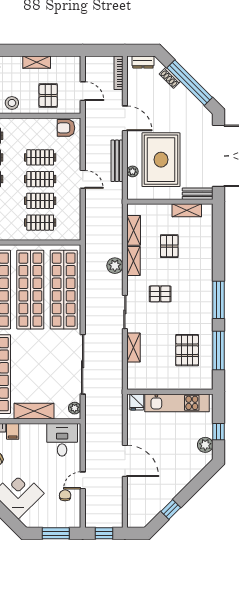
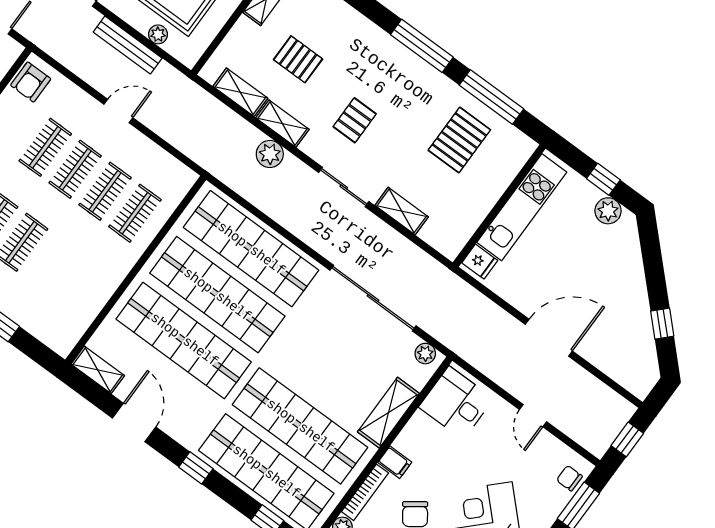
pallet: (187, 350) -> (459, 140), turned 90
chair: (65, 495) -> (569, 478), moved

